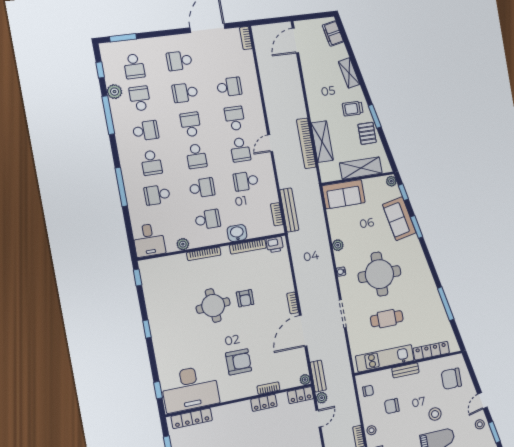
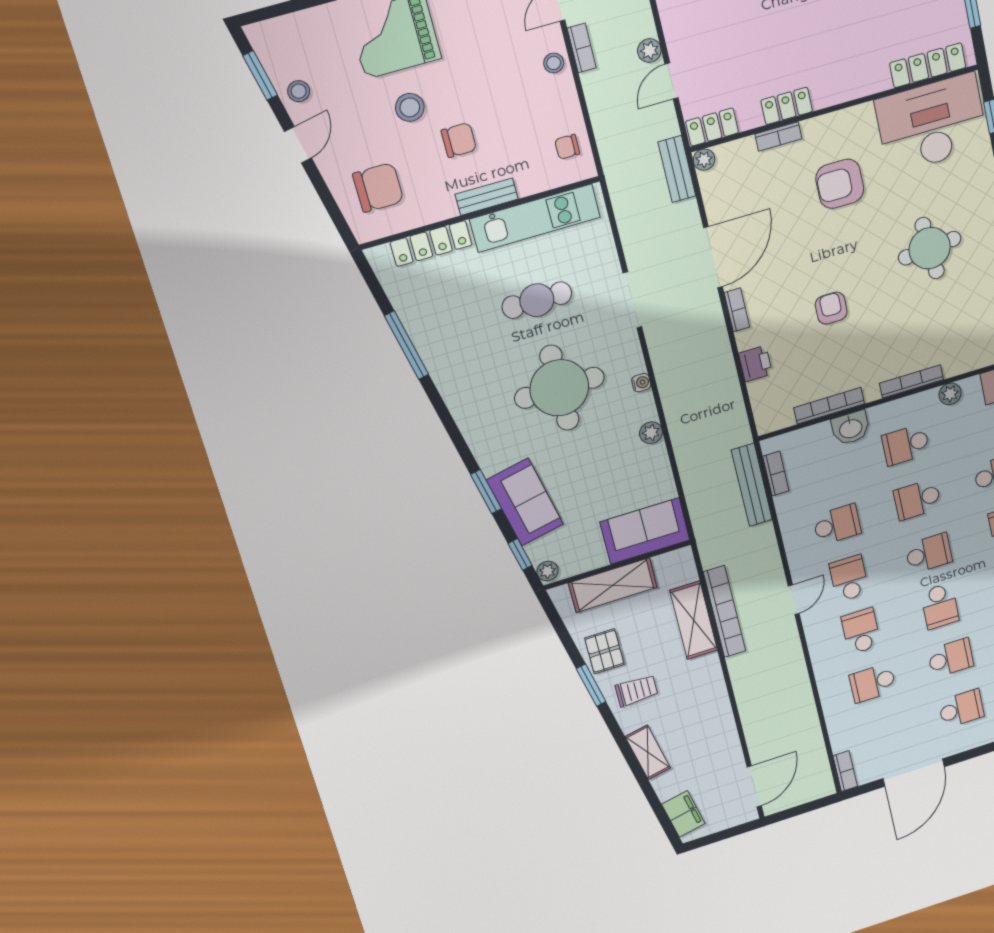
school desk: (235, 118) -> (861, 631), turned 180
school desk: (196, 156) -> (929, 553), turned 90
printer: (275, 245) -> (756, 364), moved, turned 90
round table: (213, 306) -> (930, 248), moved
plant: (322, 398) -> (649, 51), moved
chair: (392, 406) -> (459, 140), moved

